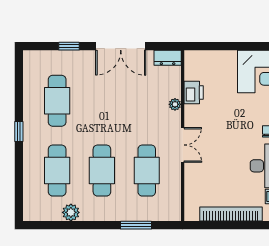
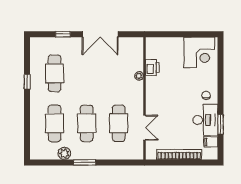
dresser: (168, 58) -> (134, 42), removed
window: (19, 132) -> (27, 82), moved
double door: (183, 145) -> (144, 128), moved
window: (136, 225) -> (85, 162), moved

